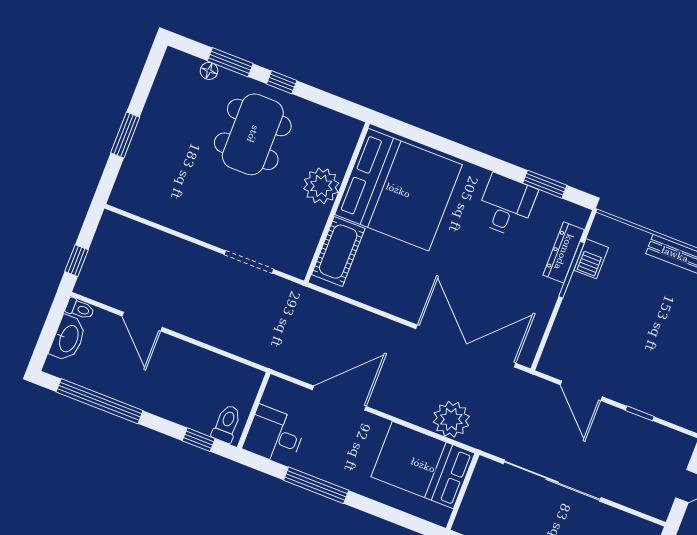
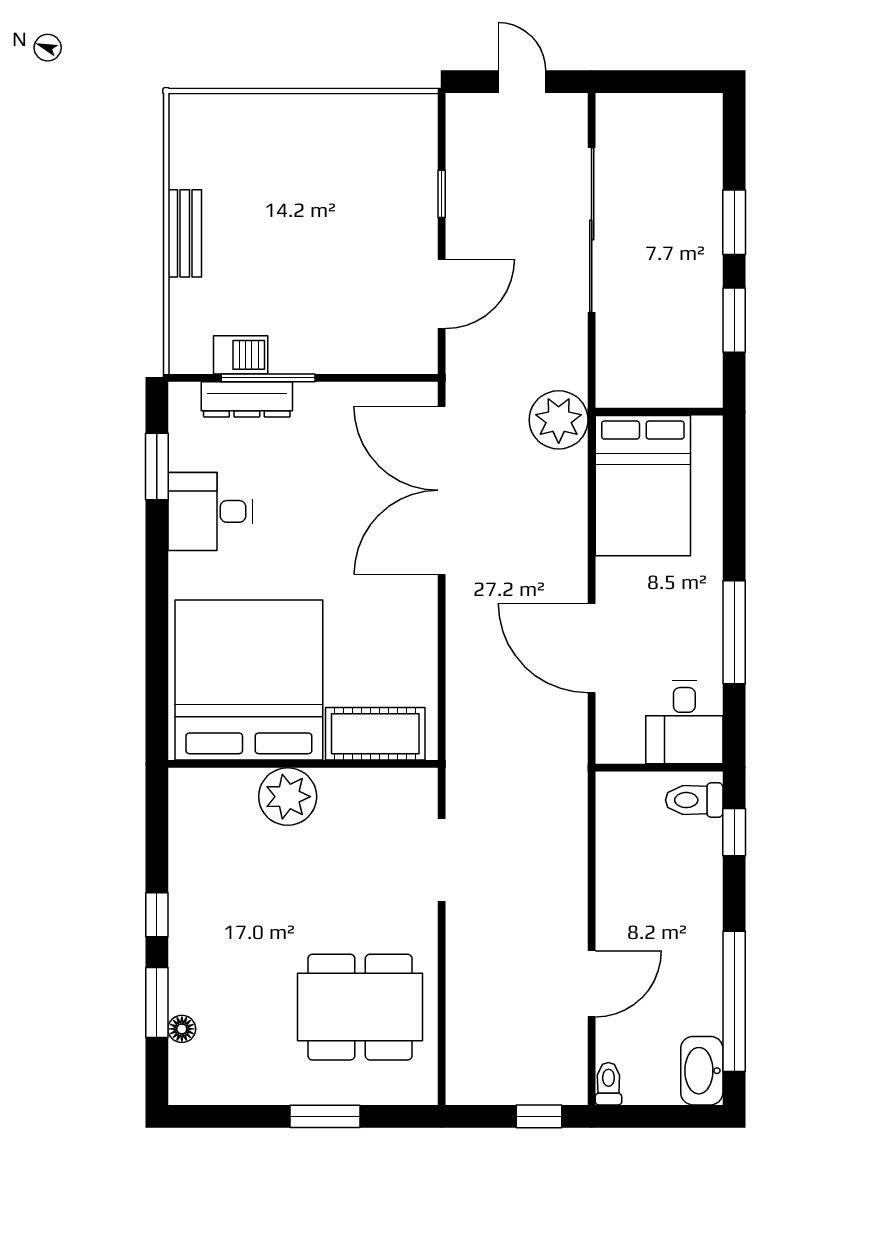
dining table: (253, 134) -> (360, 1007), moved
washbasin: (68, 338) -> (702, 1071), moved, turned -90
plant: (451, 419) -> (559, 420), moved
sliding door: (552, 481) -> (592, 230), moved

